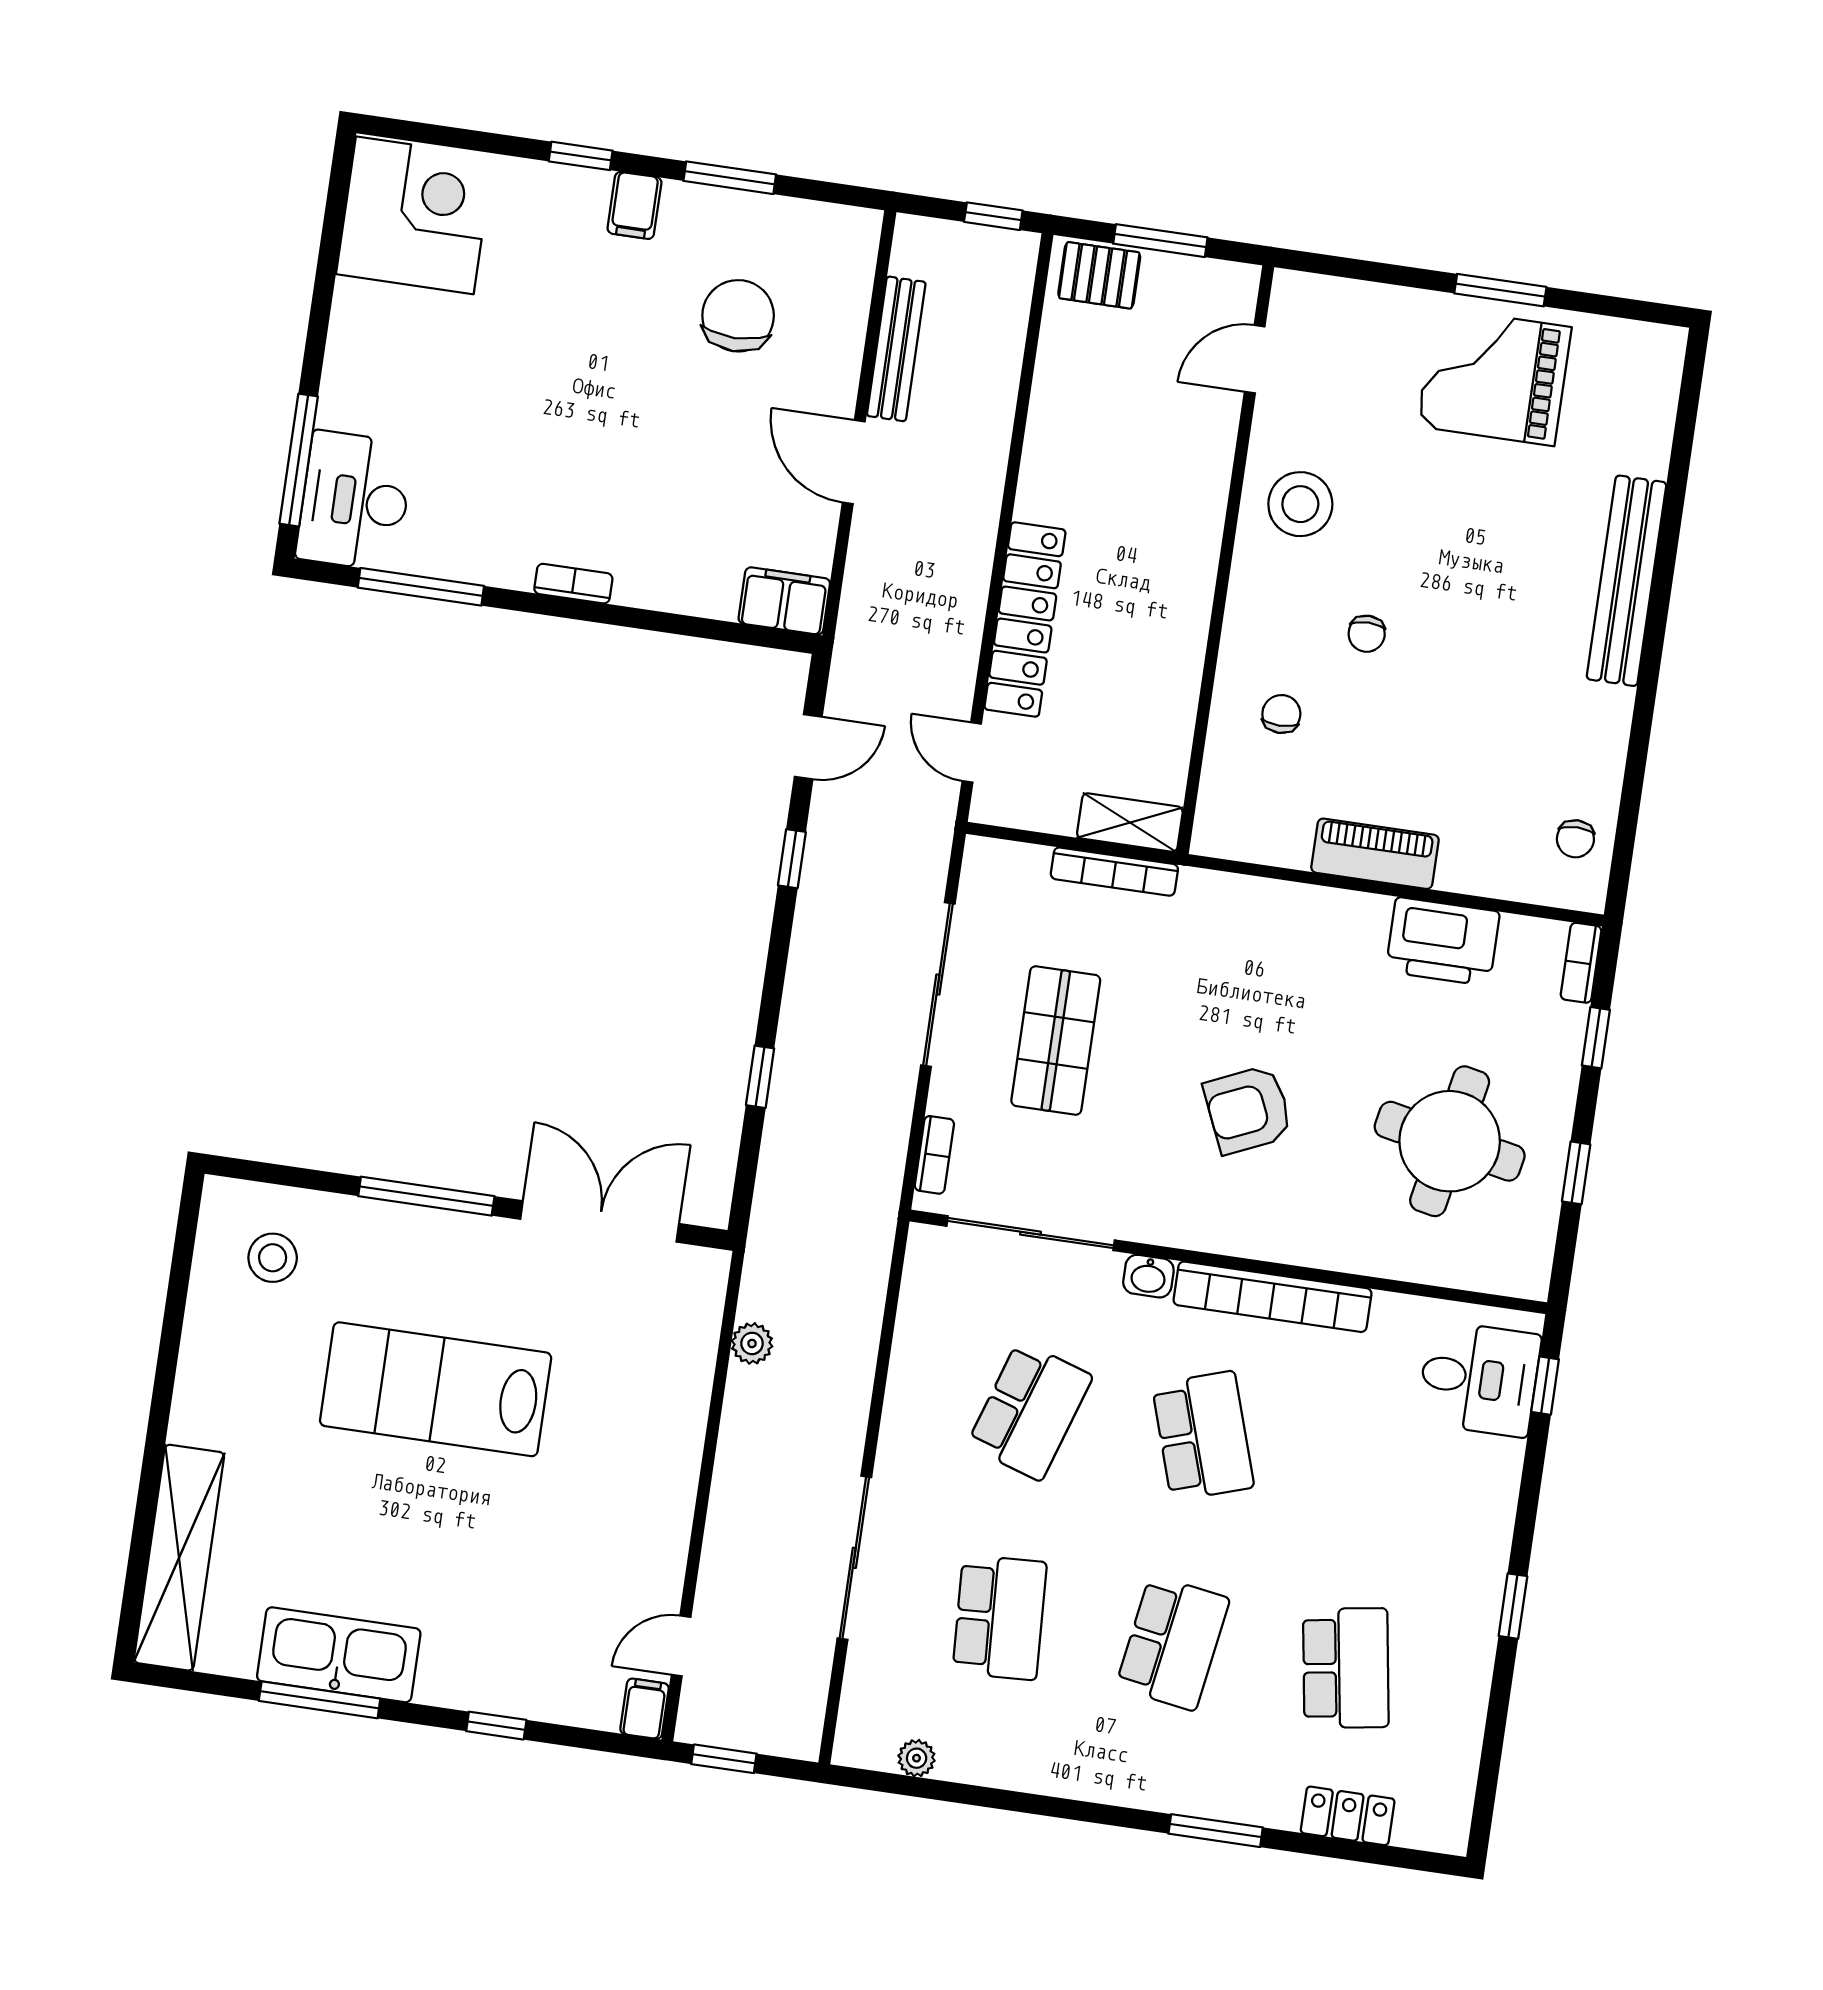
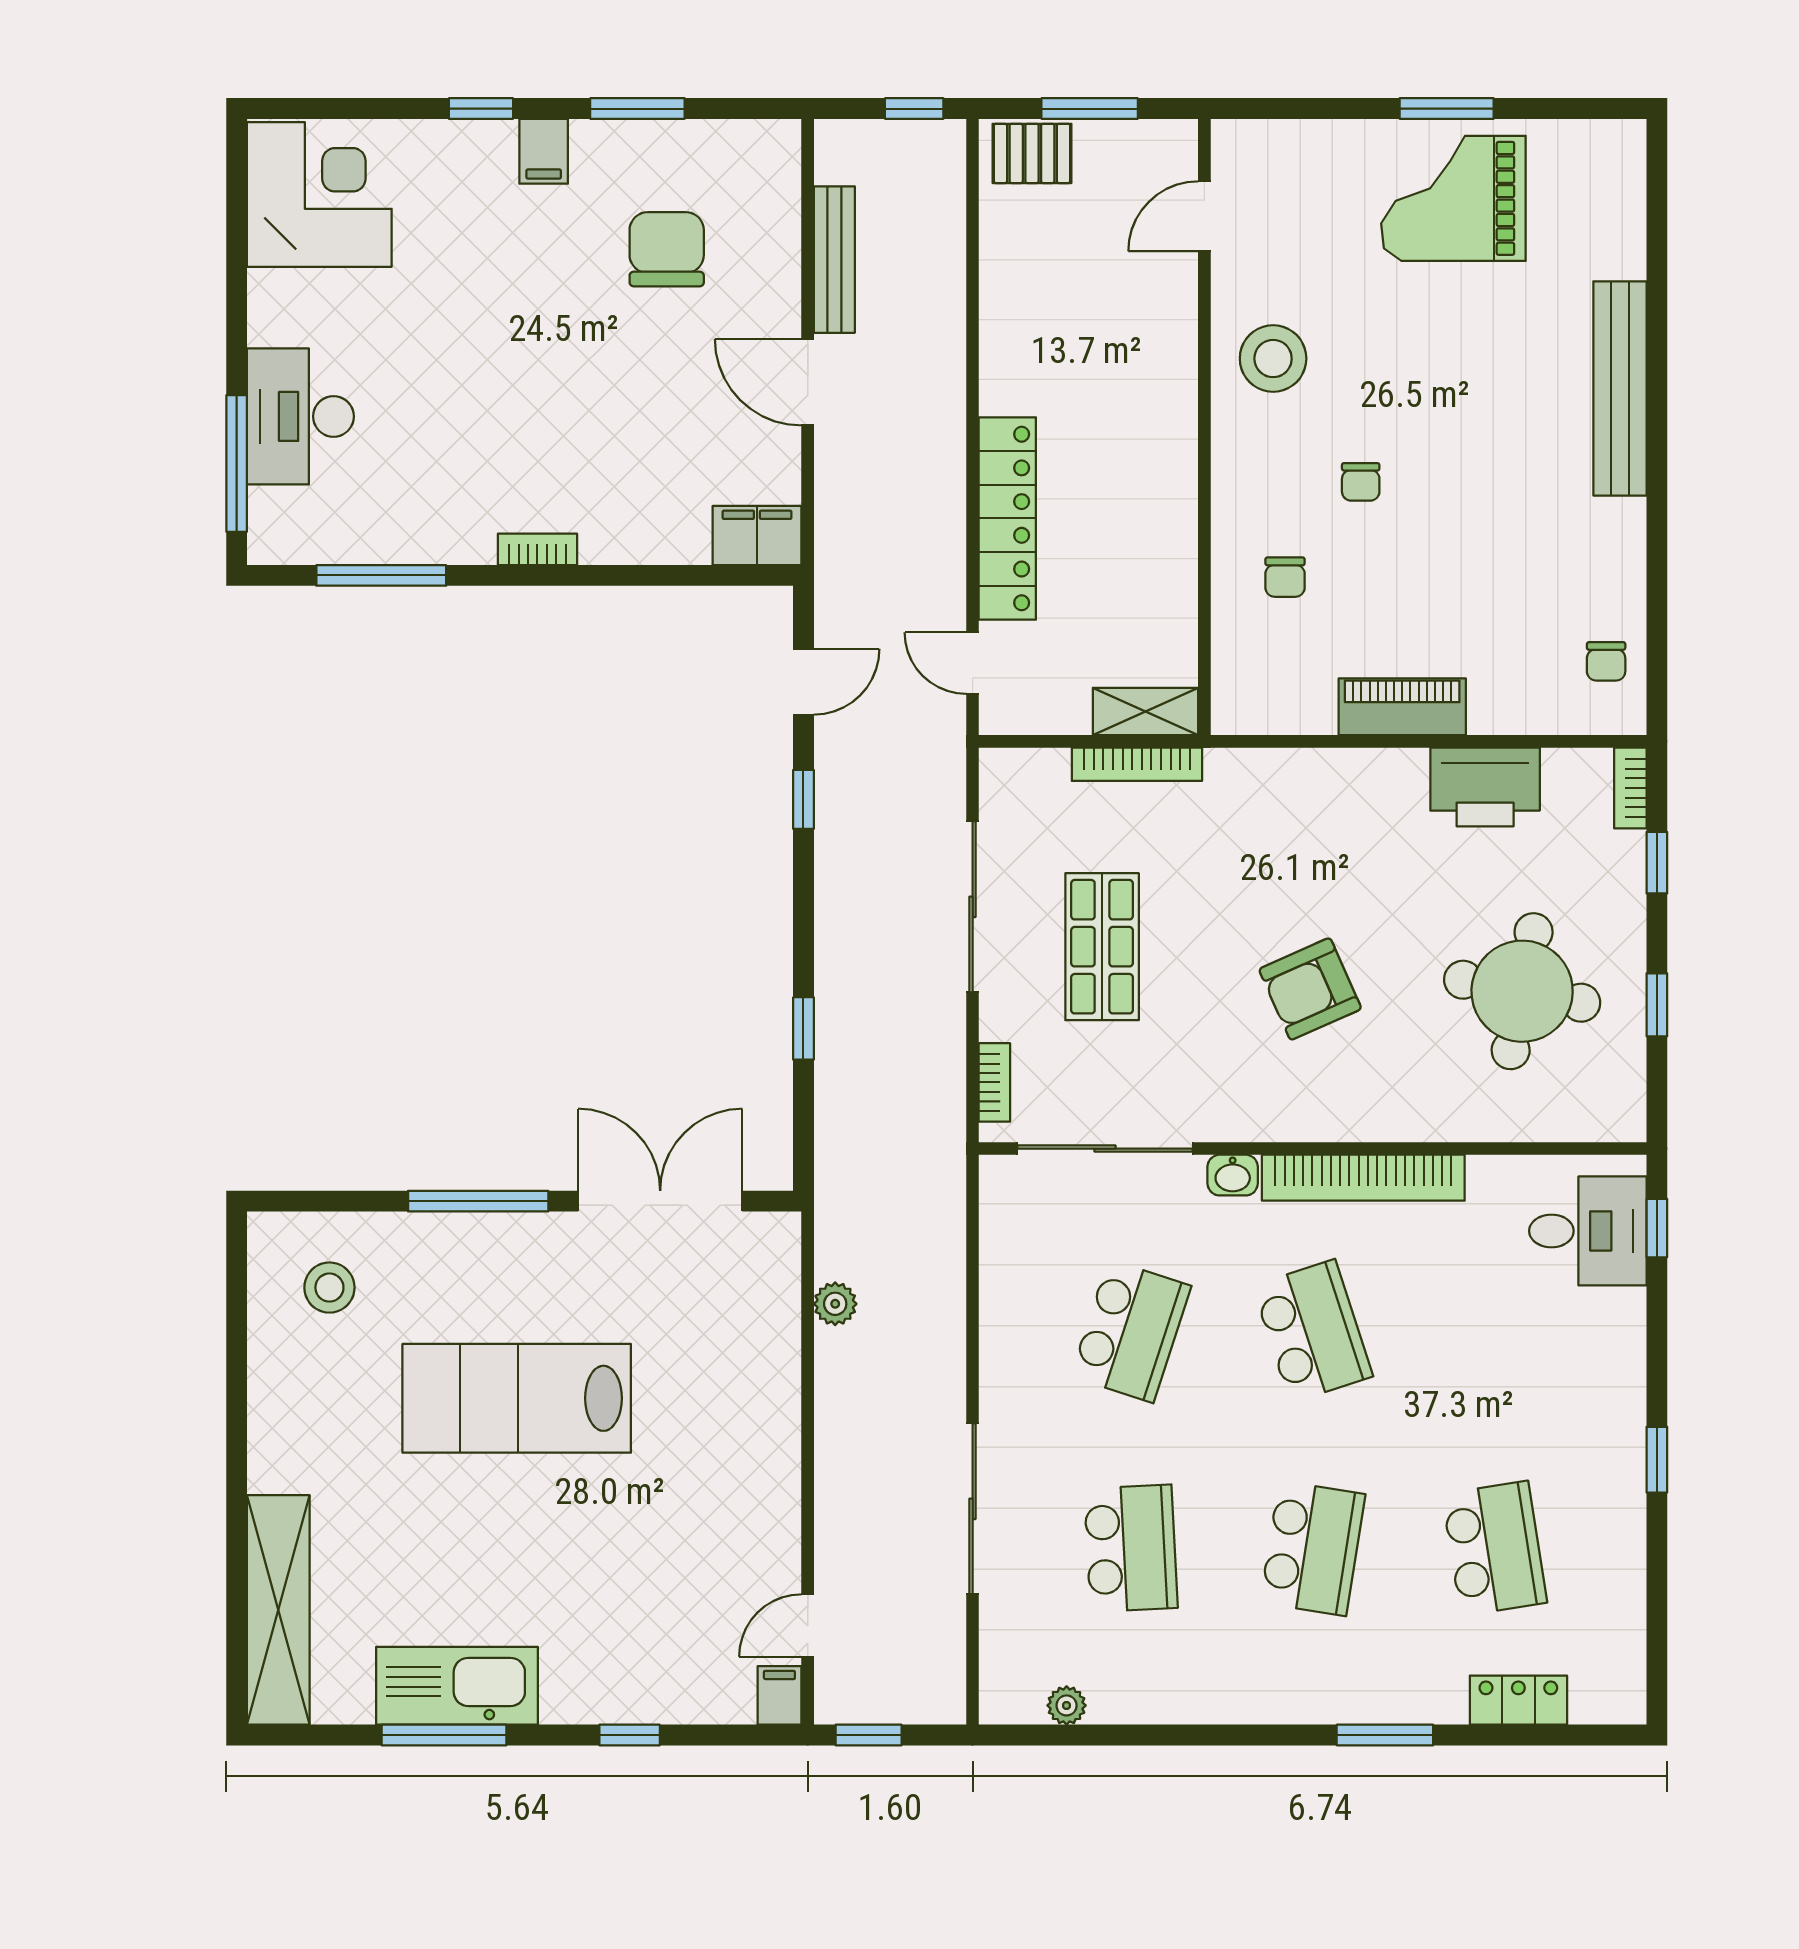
desk: (355, 501) -> (300, 416), moved
chair: (1281, 714) -> (1285, 577), turned 180

